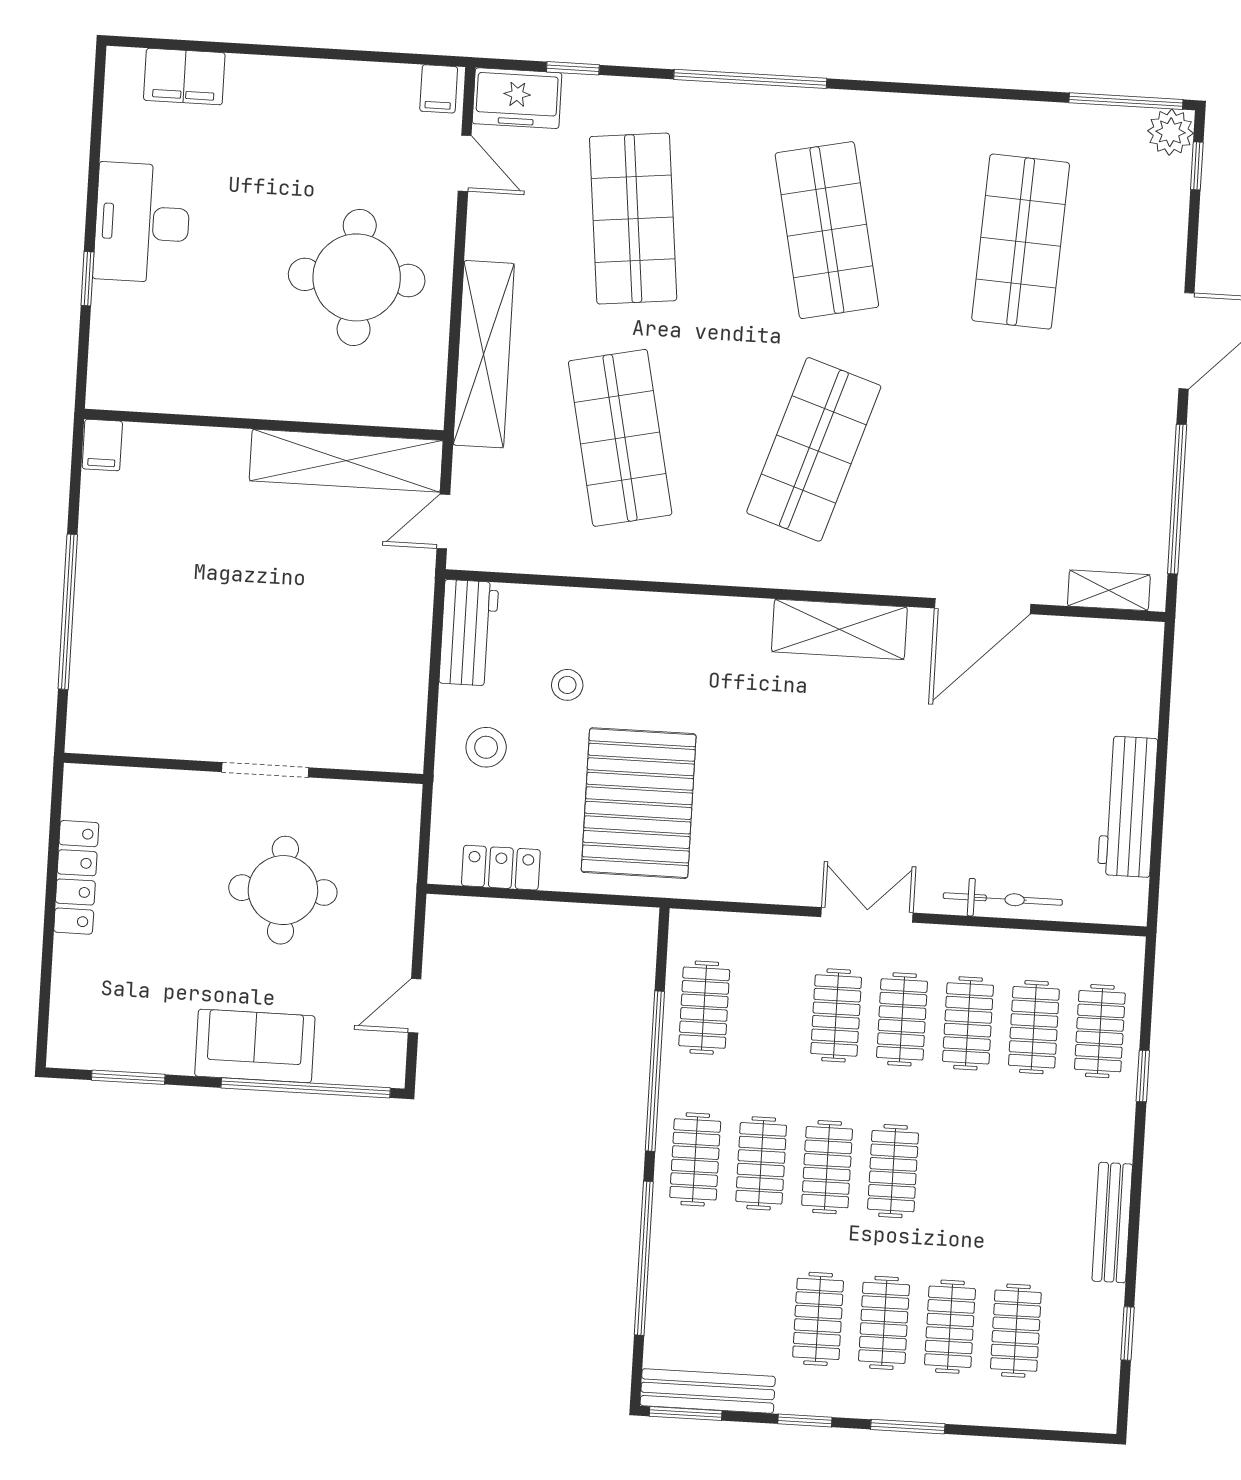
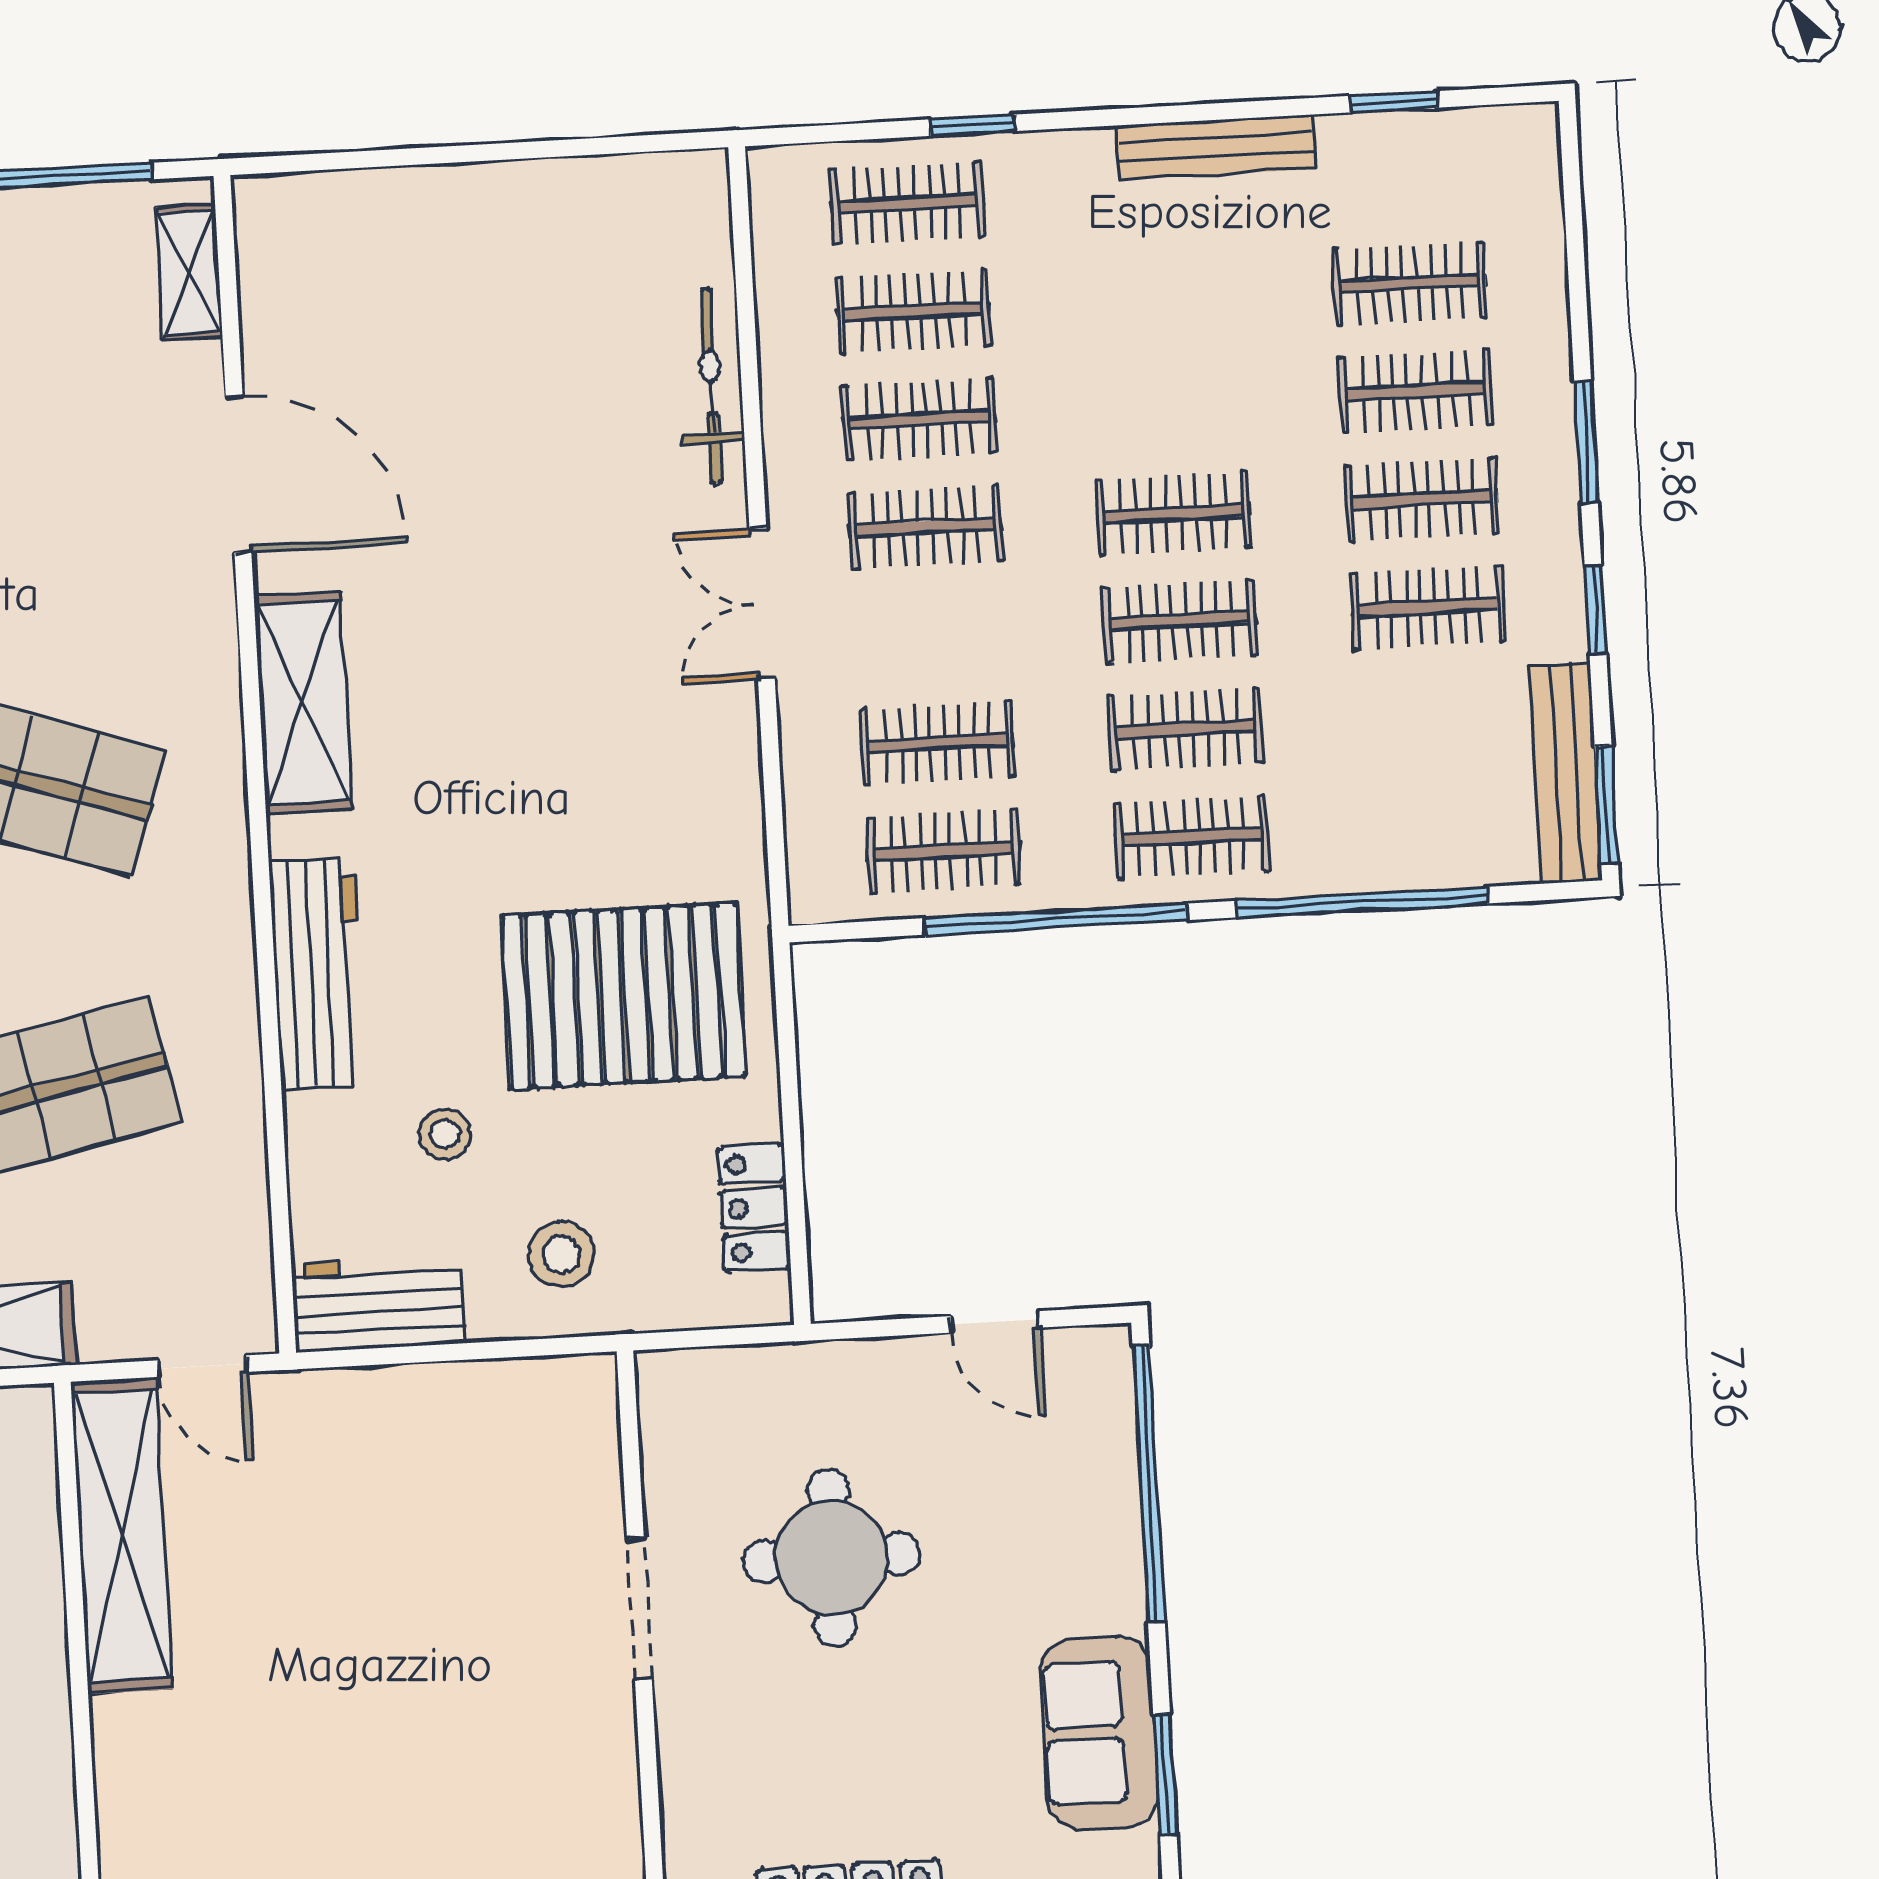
workbench: (1128, 807) -> (318, 974), moved, turned -90
clothes rail: (836, 1015) -> (937, 743), moved
sofa: (255, 1046) -> (1099, 1733), moved

